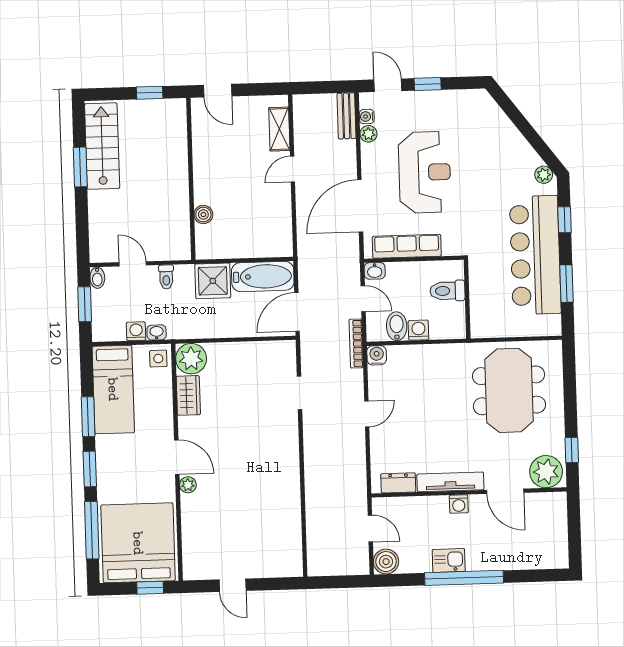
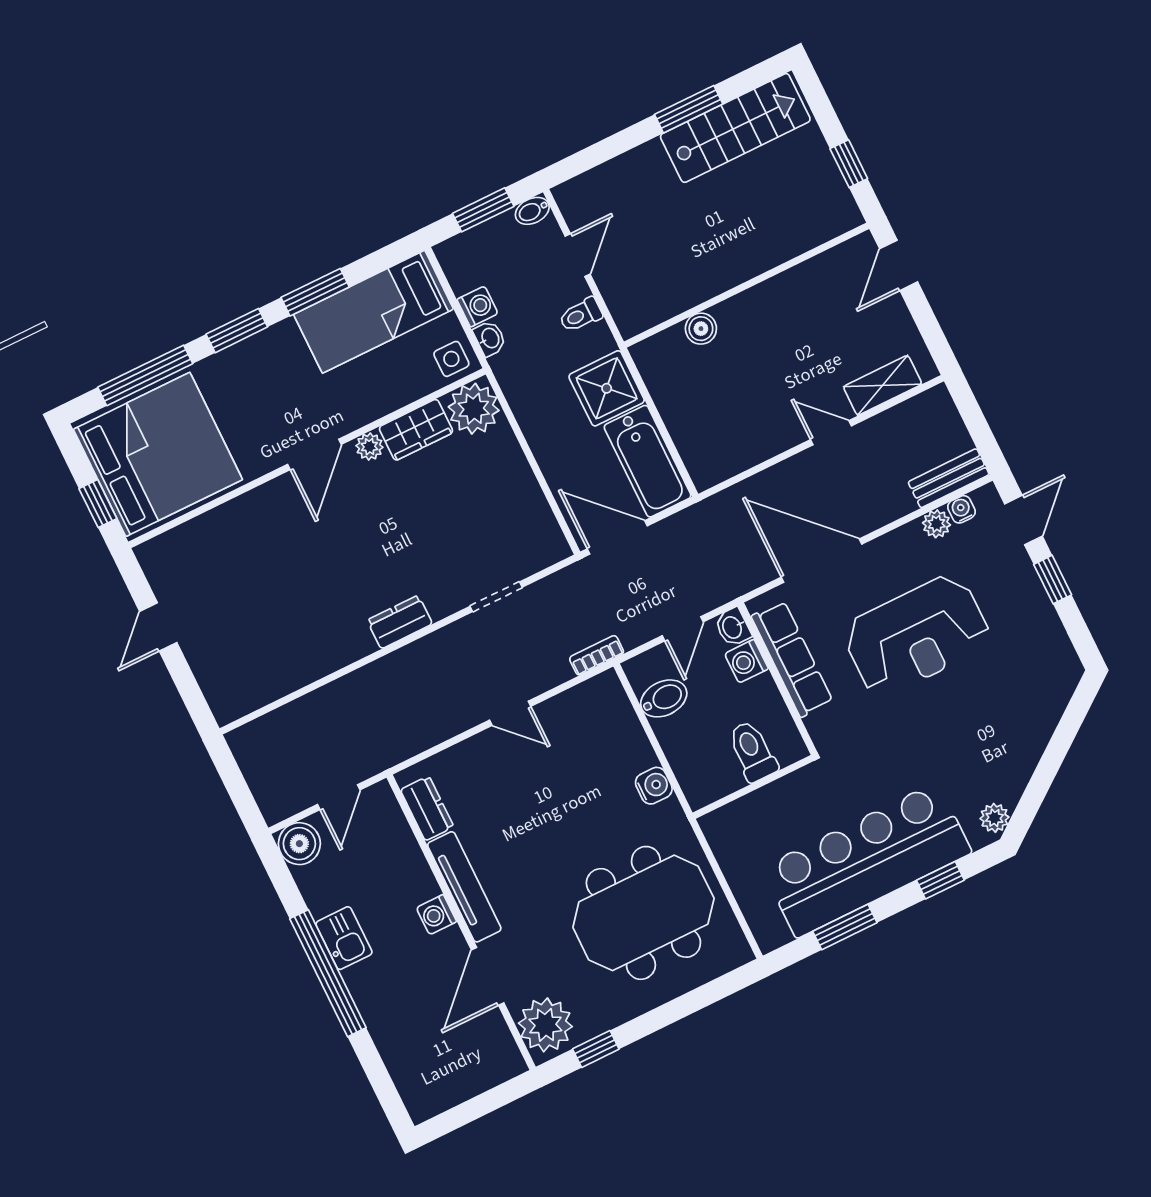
washing machine: (418, 330) -> (746, 661), moved, turned 180
bookcase: (356, 343) -> (597, 655), width x0.64
water cooler: (377, 355) -> (654, 786), moved
dresser: (290, 452) -> (400, 622), added
plant: (188, 485) -> (369, 447), moved

